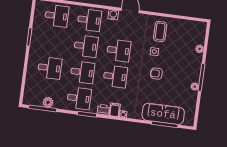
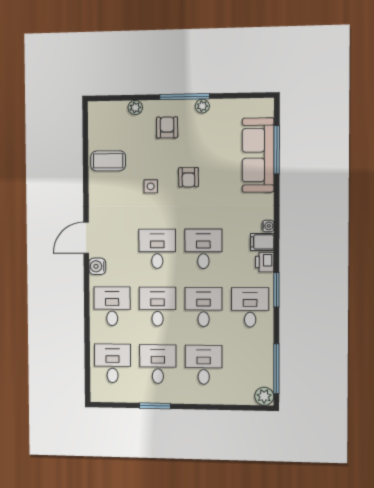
coffee table: (160, 31) -> (108, 161), moved
desk: (53, 42) -> (158, 364), added
armchair: (186, 65) -> (167, 127), added
plant: (48, 102) -> (264, 396), moved

